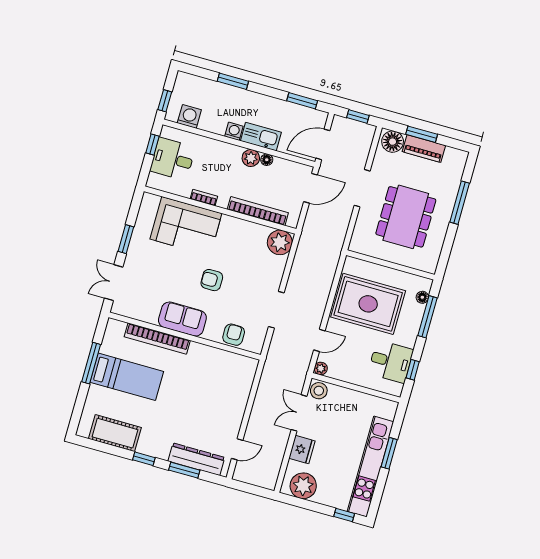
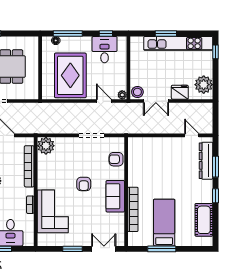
double door: (114, 283) -> (104, 249), swing flipped

